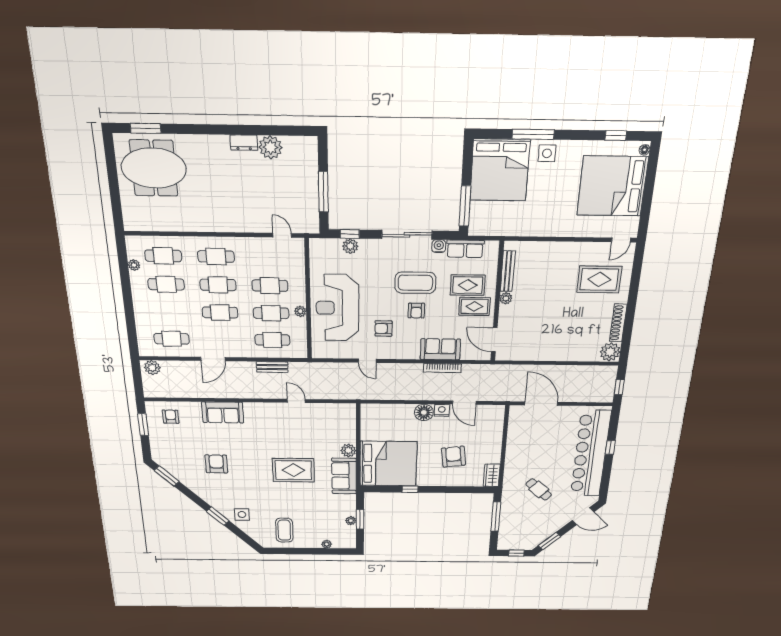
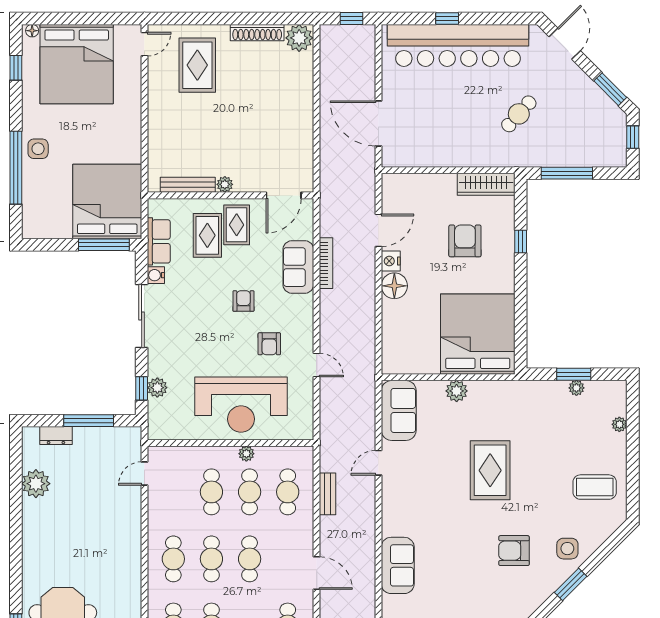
window: (533, 134) -> (16, 168), width x1.46
dresser: (244, 143) -> (56, 436), moved, turned 90
bed: (500, 170) -> (107, 202), moved, turned -90
door: (621, 240) -> (144, 44), hinge flipped
coffee table: (415, 283) -> (205, 303), removed
armchair: (416, 311) -> (243, 301), turned -90
door: (367, 361) -> (317, 365), hinge flipped
door: (541, 404) -> (378, 123), hinge flipped
armchair: (454, 457) -> (465, 241), turned 97
armchair: (216, 464) -> (514, 551), moved
wardrobe: (492, 475) -> (486, 184), width x1.50
sofa: (344, 476) -> (399, 410), moved, turned -90
window: (410, 489) -> (521, 241), moved

